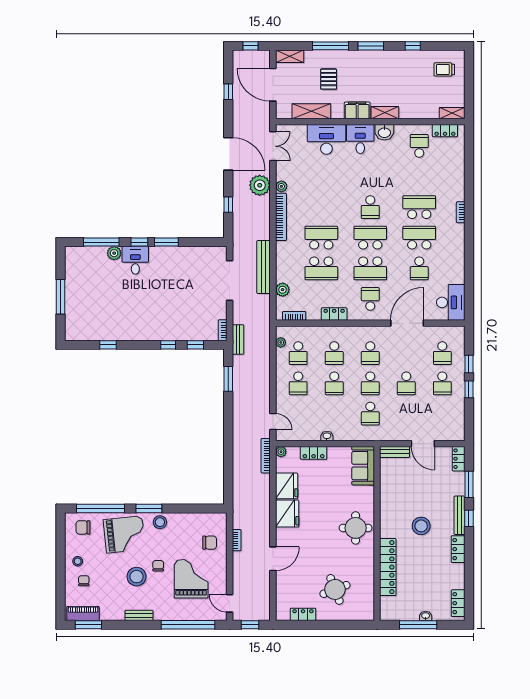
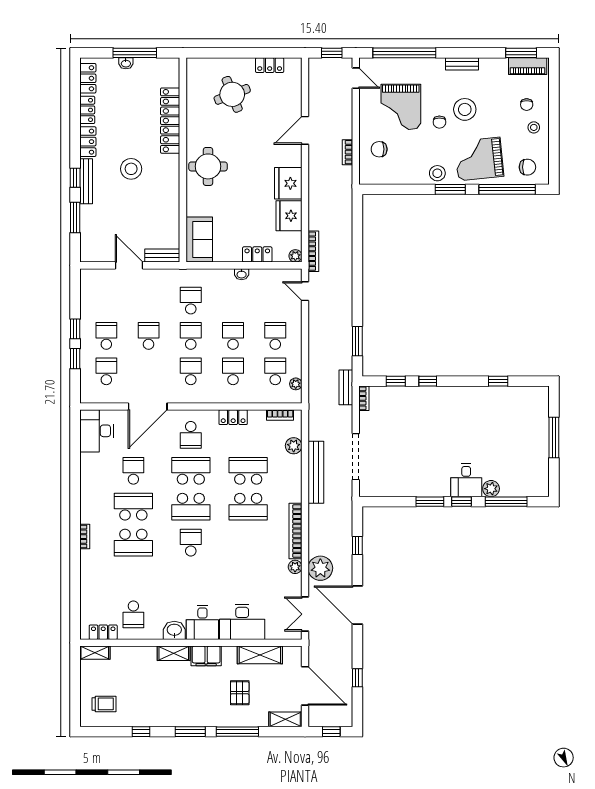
school desk: (419, 238) -> (133, 507), turned 180
locker: (459, 459) -> (87, 110), moved

